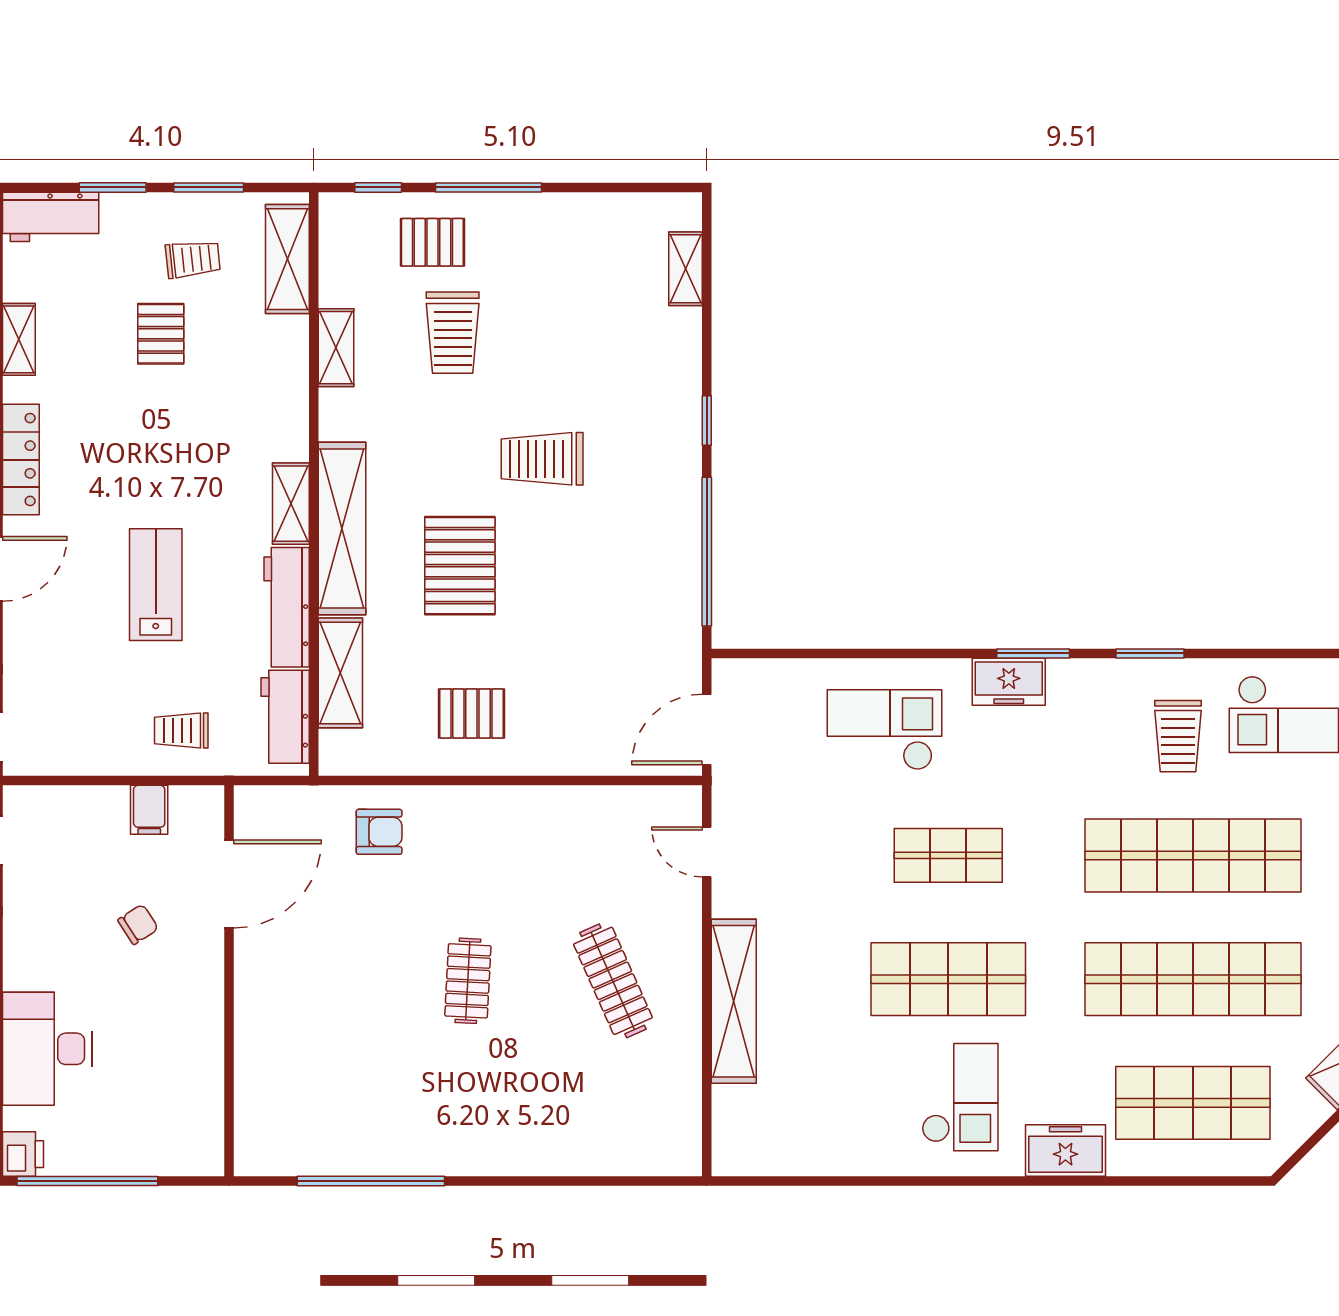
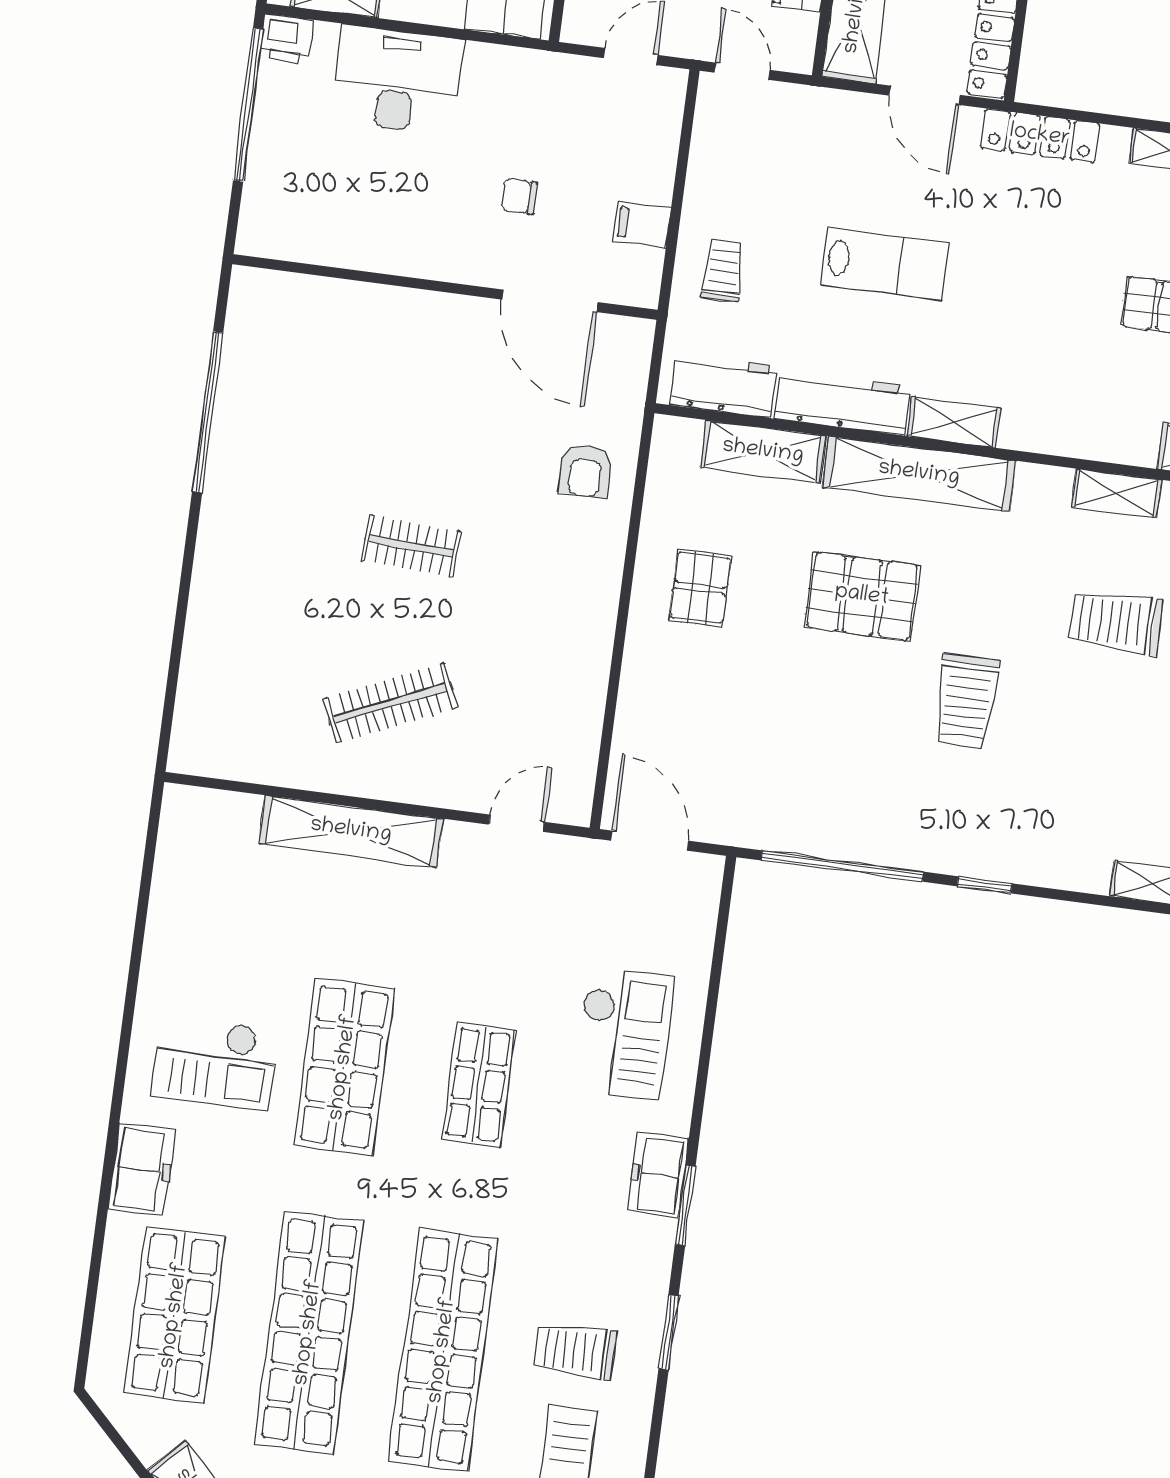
trolley: (542, 459) -> (966, 701), turned 180
chair: (138, 924) -> (519, 196), turned 123

